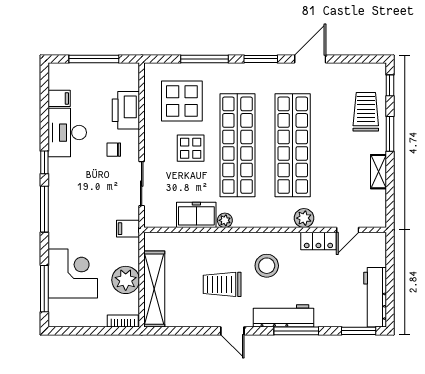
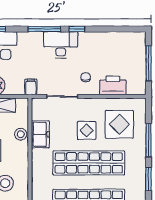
filing cabinet: (59, 98) -> (121, 39), removed
desk: (67, 133) -> (61, 45), moved
plant: (225, 220) -> (37, 154), removed
stool: (196, 243) -> (21, 134), added

